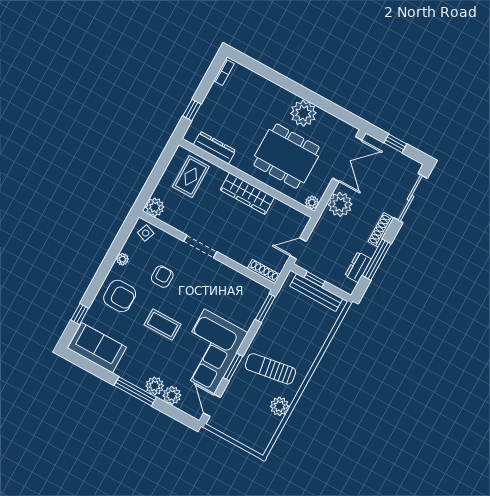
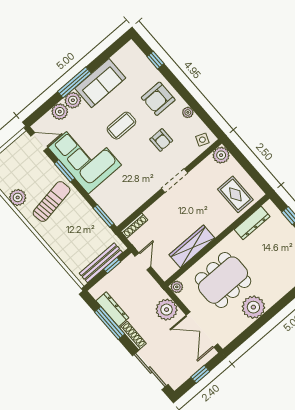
wardrobe: (247, 194) -> (192, 246), moved
dresser: (358, 267) -> (112, 309), width x1.44
sofa: (97, 348) -> (100, 83), moved

